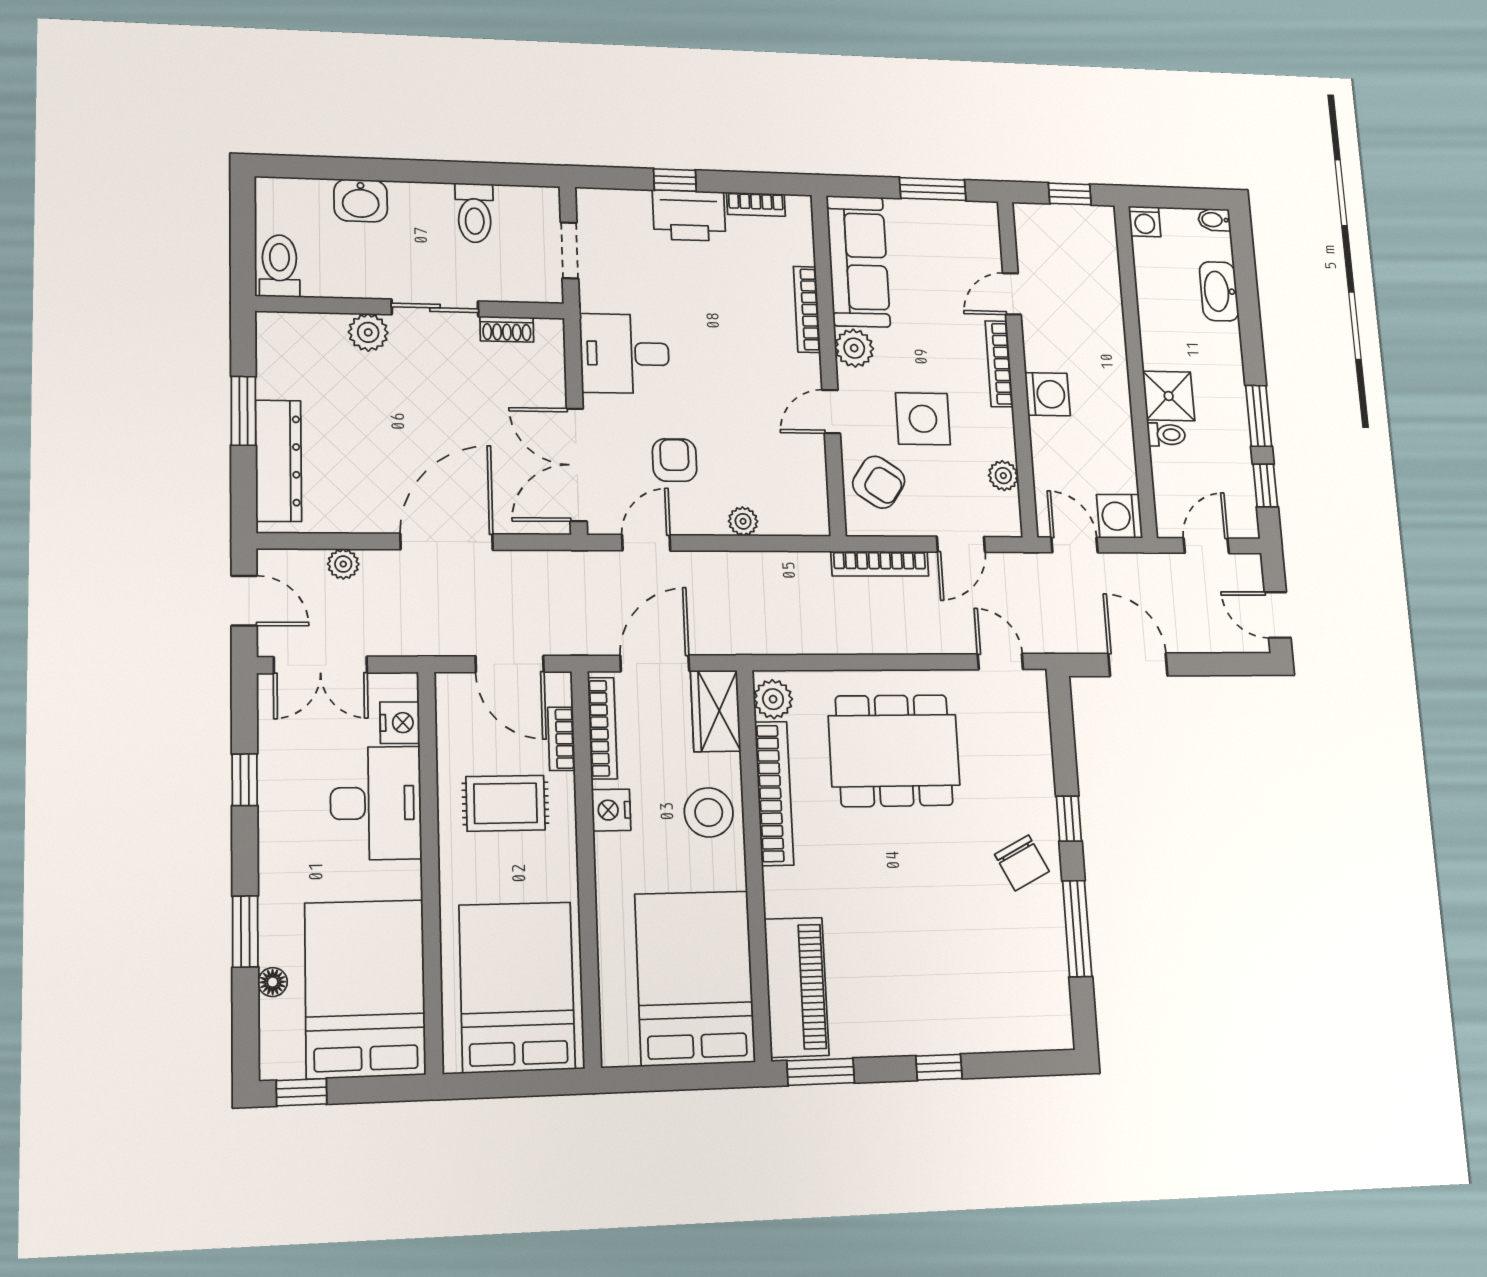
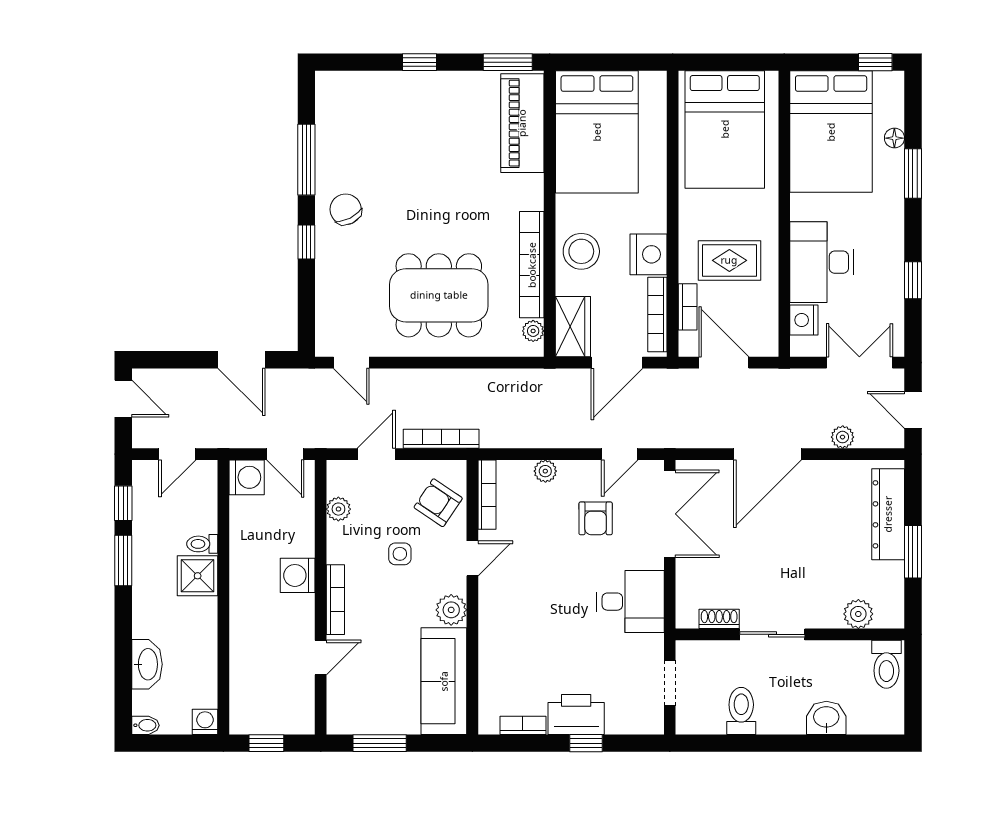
bookcase: (807, 309) -> (487, 495), moved
plant: (368, 332) -> (858, 614), moved
side table: (923, 419) -> (400, 554), width x0.54, depth x0.54
plant: (773, 699) -> (533, 331), width x0.73, depth x0.73
nightstand: (611, 810) -> (649, 254), width x1.36, depth x1.33

